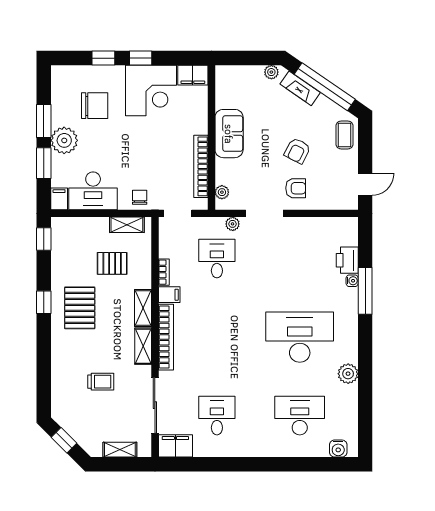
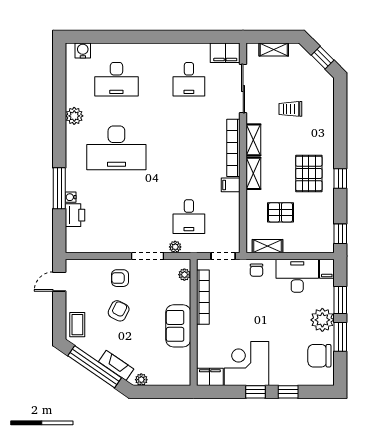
chair: (95, 106) -> (319, 356), moved
bookcase: (164, 272) -> (235, 205), removed

